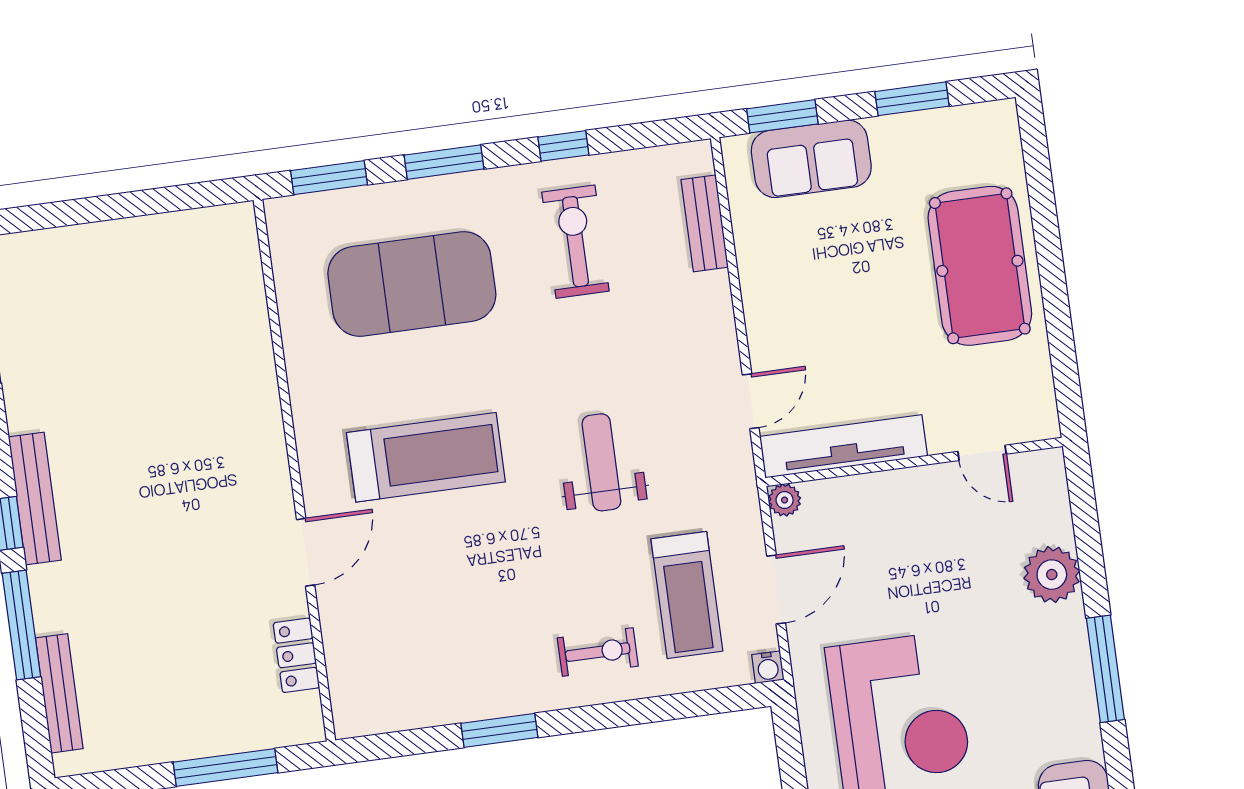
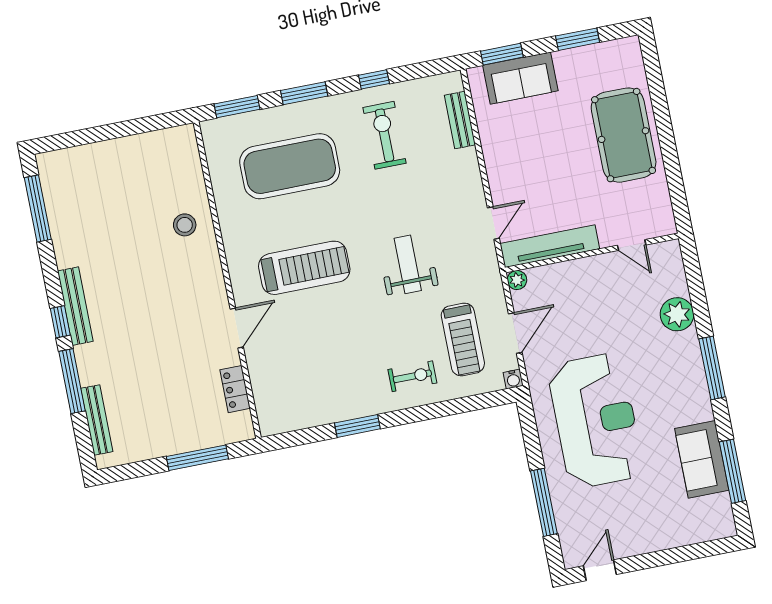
stool: (228, 372) -> (185, 225), added

